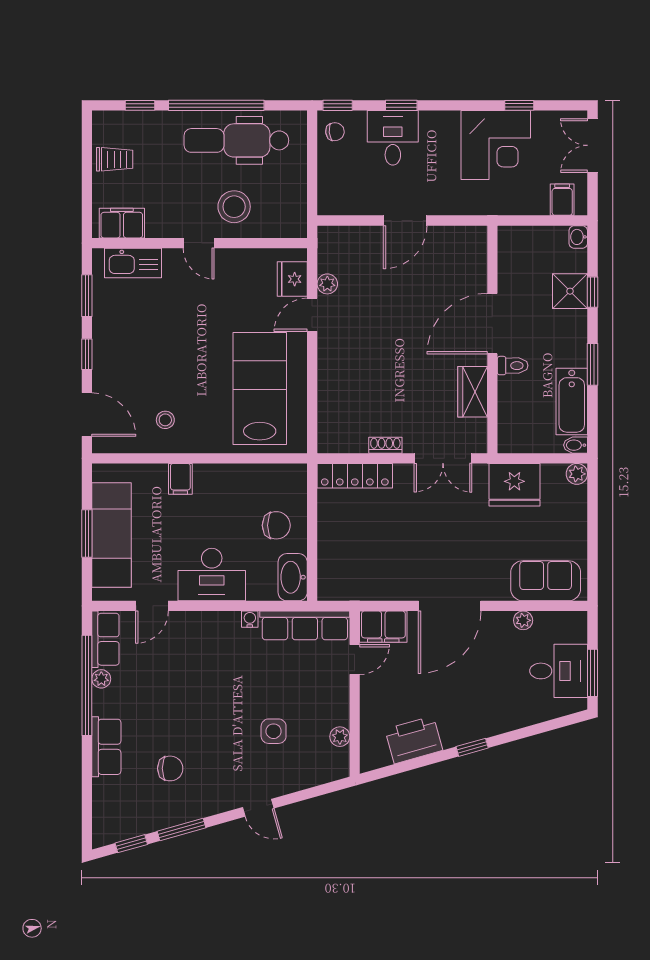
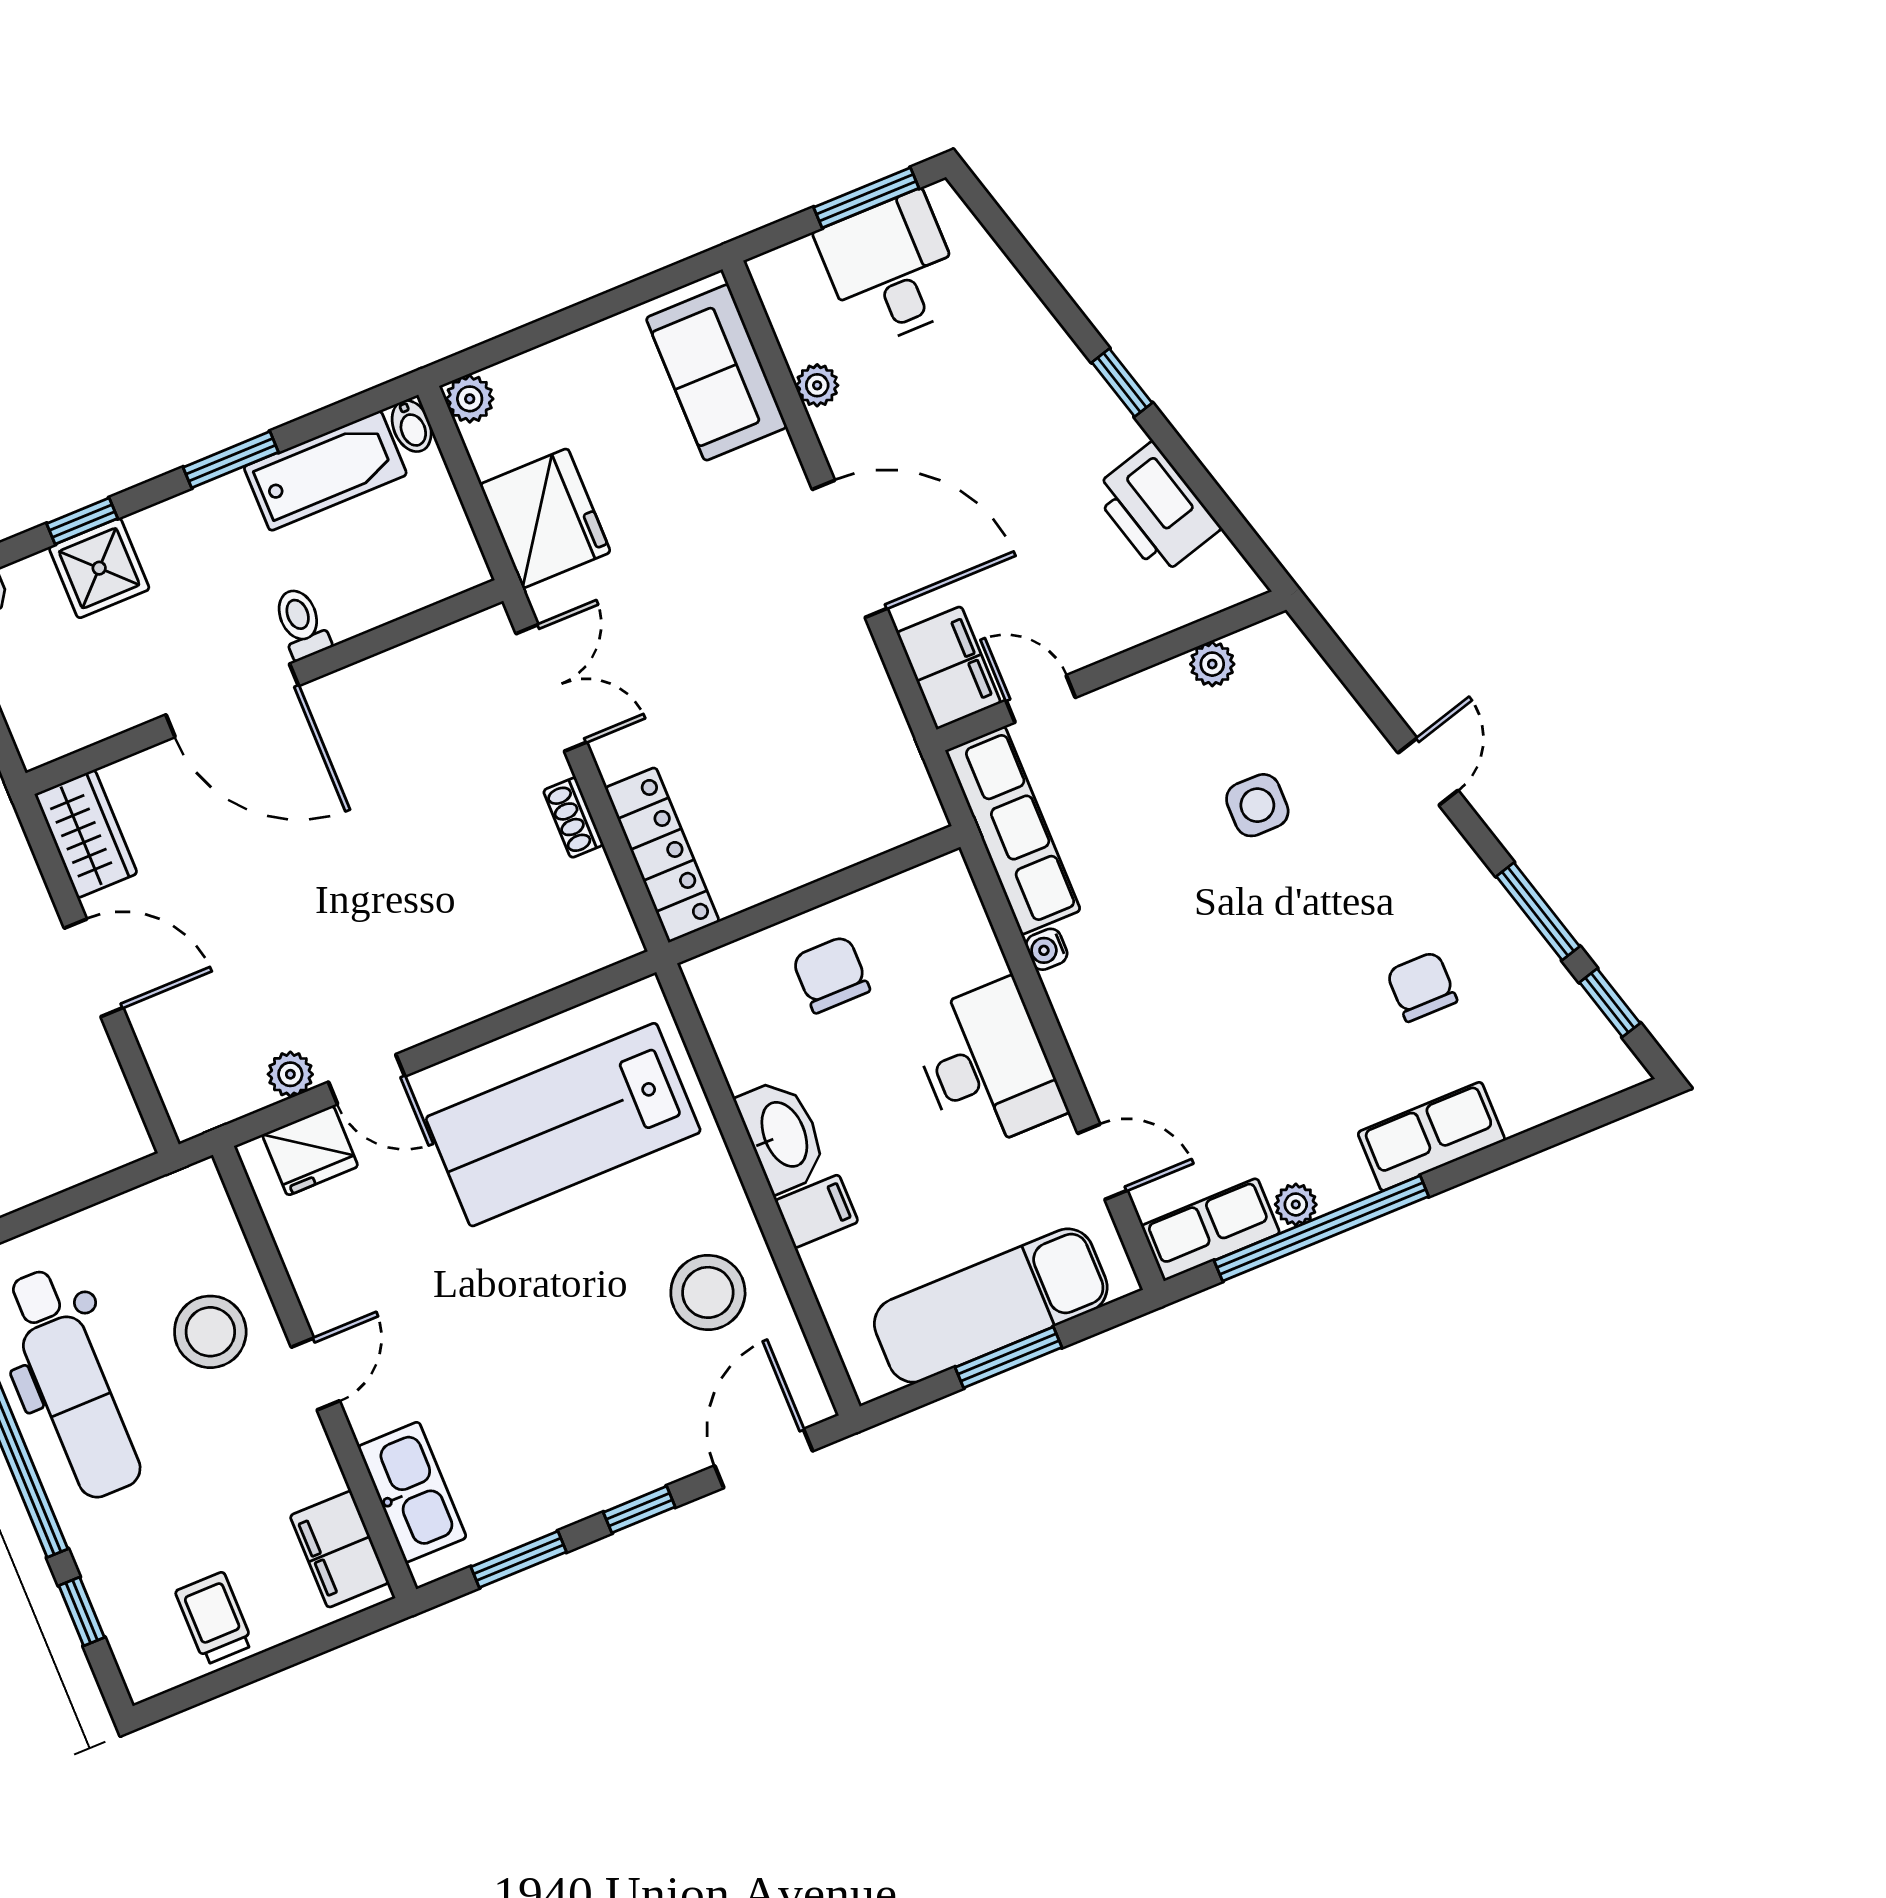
wardrobe: (473, 392) -> (86, 834), moved, turned -90
stool: (165, 420) -> (708, 1292), width x1.89, depth x1.89
washbasin: (293, 577) -> (783, 1135), moved, turned -90

